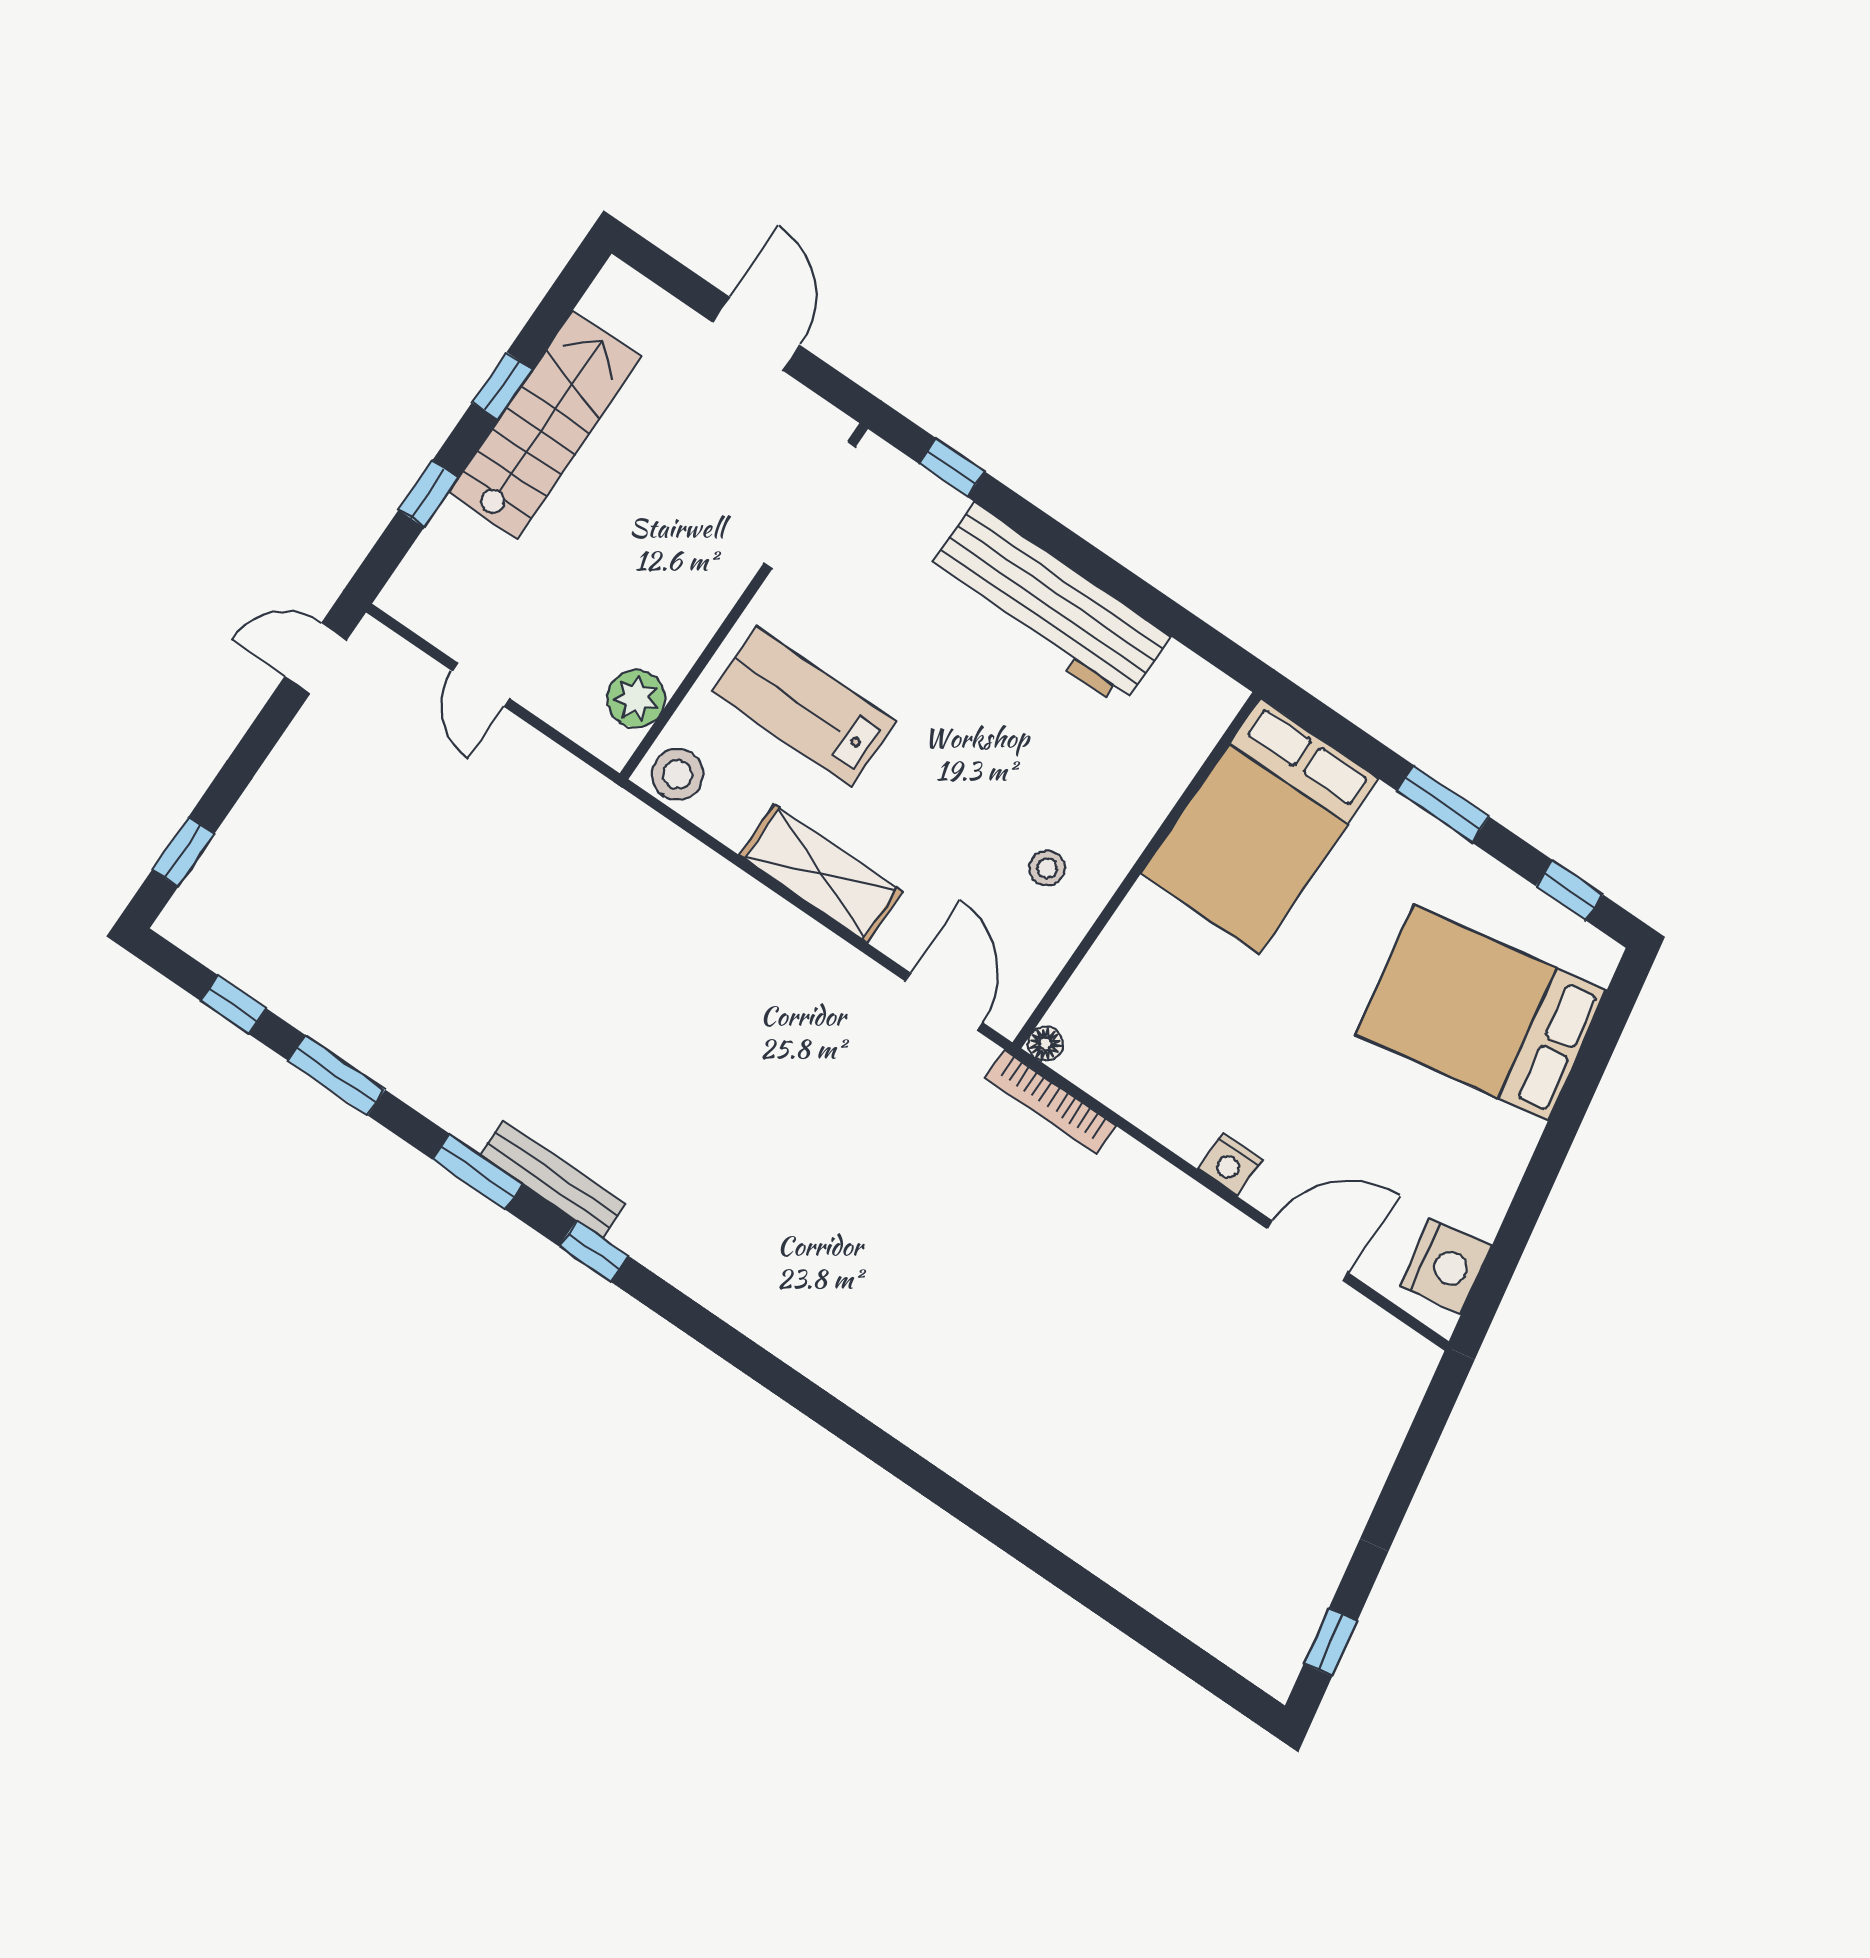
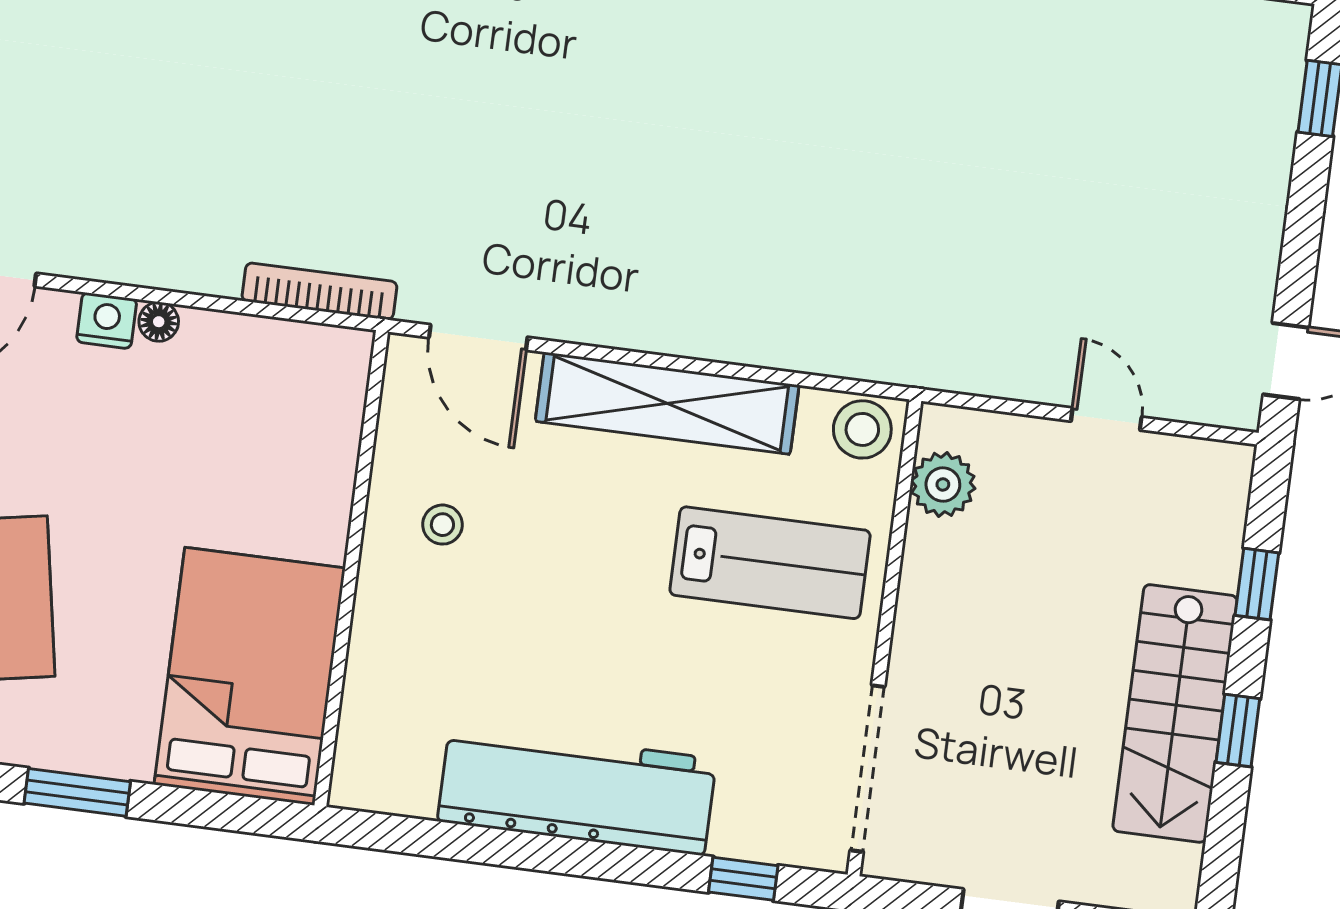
shelving: (821, 874) -> (667, 403), width x1.47
floor lamp: (1045, 1044) -> (159, 322), moved

